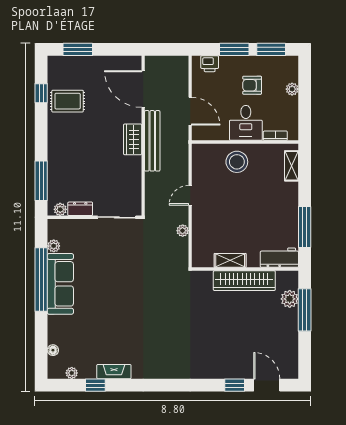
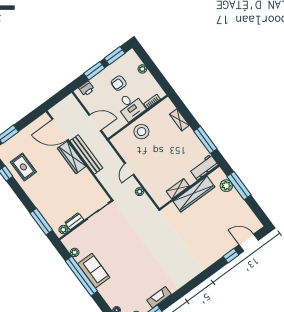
rug: (68, 101) -> (23, 167), turned 90
wardrobe: (133, 139) -> (72, 157), width x1.50
shelving: (292, 166) -> (179, 120), moved
sofa: (60, 284) -> (94, 271), width x0.73

